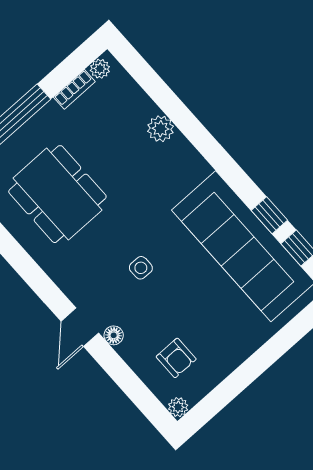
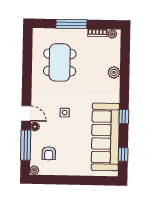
window: (269, 215) -> (124, 117), moved
door: (80, 327) -> (26, 113), swing flipped
window: (126, 379) -> (26, 145), added

